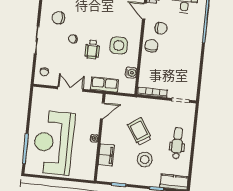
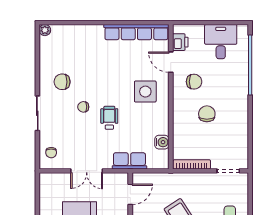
side table: (119, 46) -> (145, 92), moved
chair: (151, 46) -> (207, 114), moved
wheelchair: (92, 50) -> (109, 118), turned 180
double door: (70, 89) -> (87, 171), swing flipped

